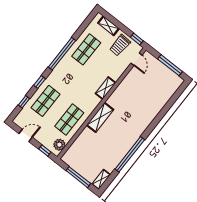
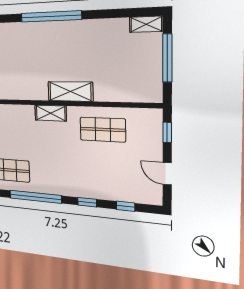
shelving: (106, 88) -> (51, 113), moved
shop shelf: (46, 101) -> (103, 178), removed
plant: (59, 145) -> (144, 118), removed
window: (130, 154) -> (51, 16), moved

